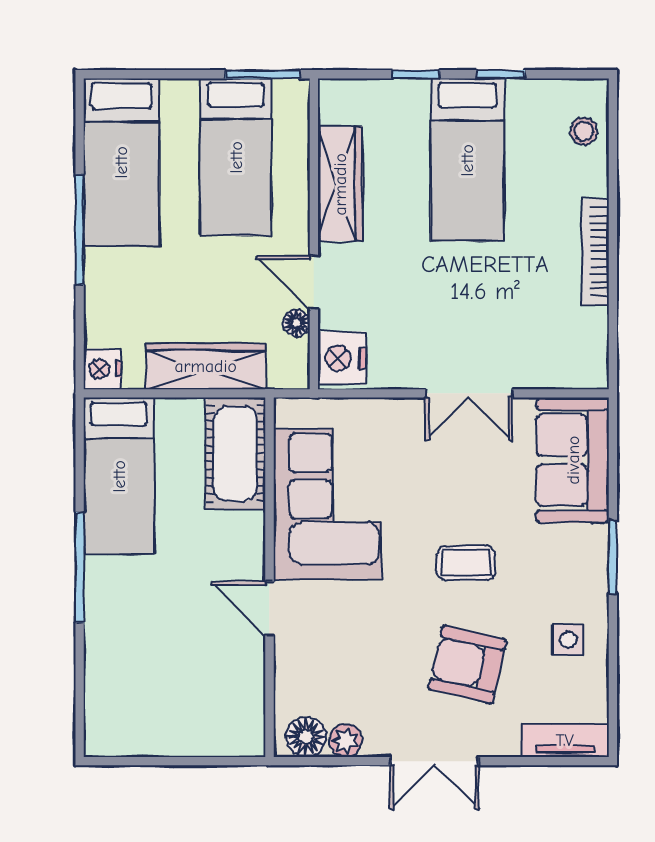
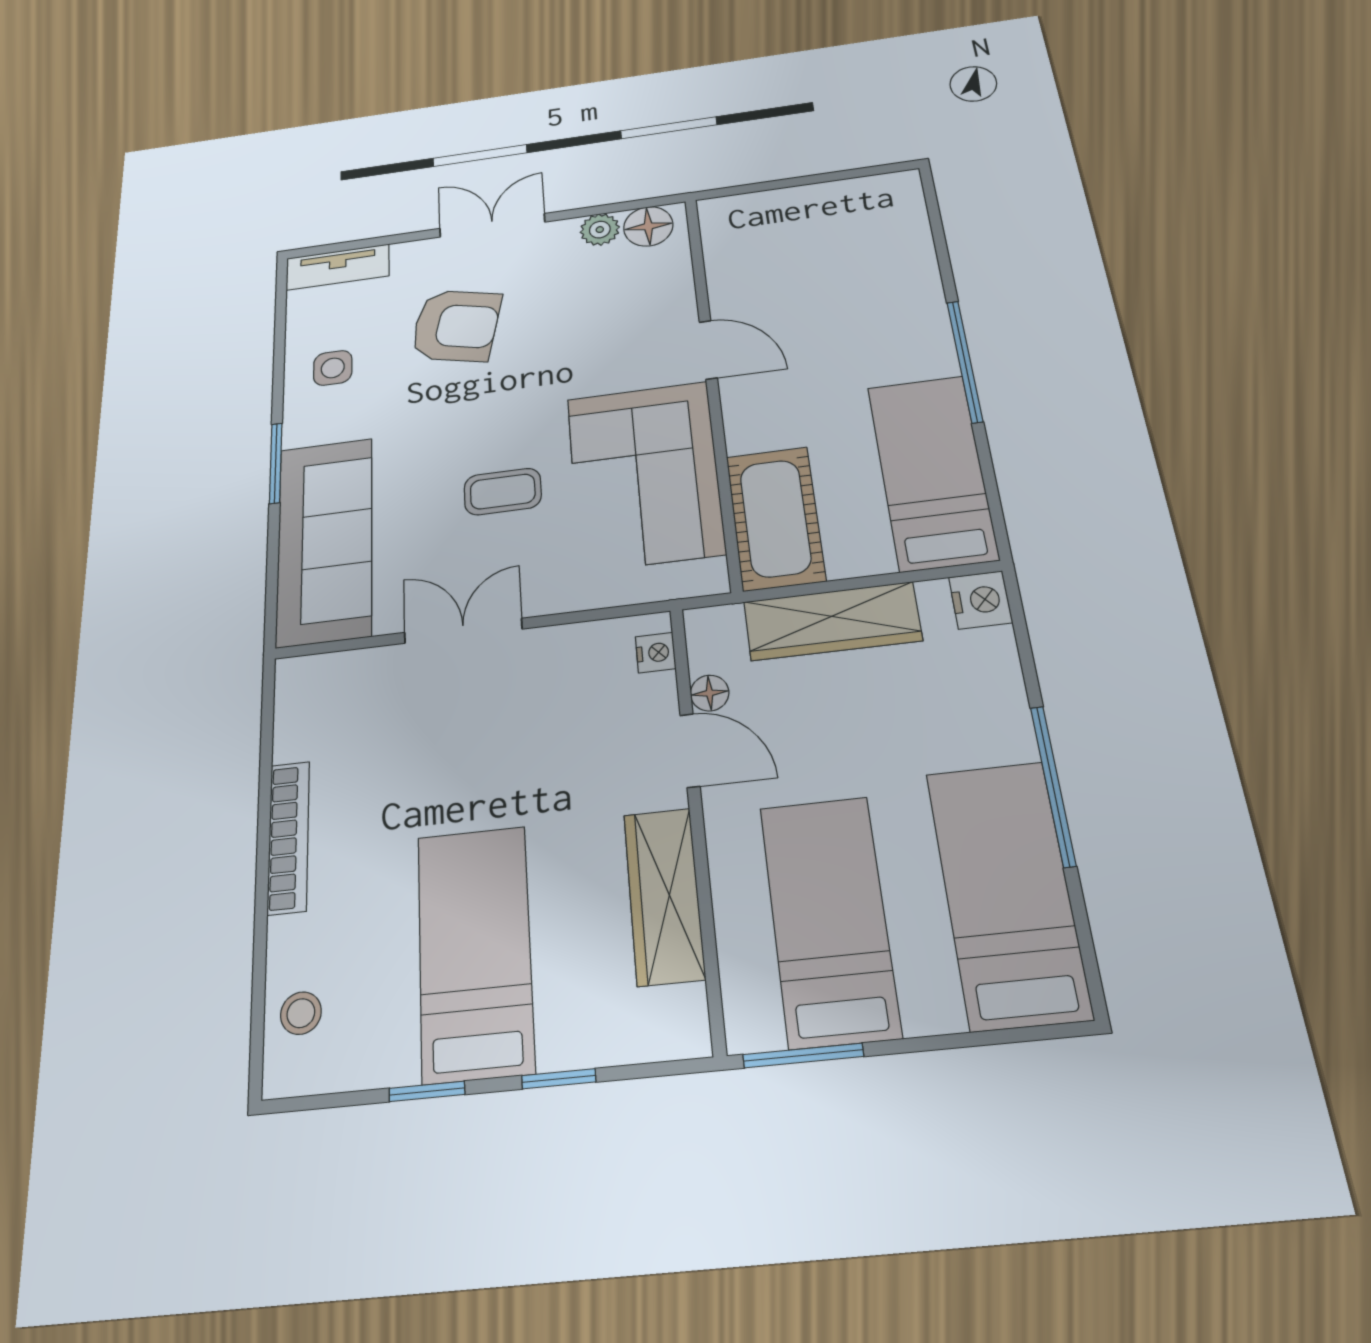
nightstand: (342, 358) -> (656, 653), width x0.53, depth x0.56
sofa: (573, 460) -> (325, 541), width x1.36
coffee table: (466, 563) -> (503, 492), moved

